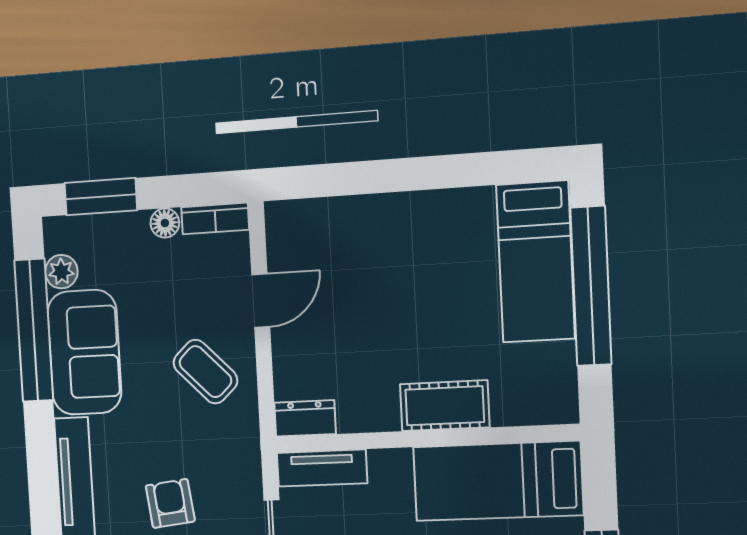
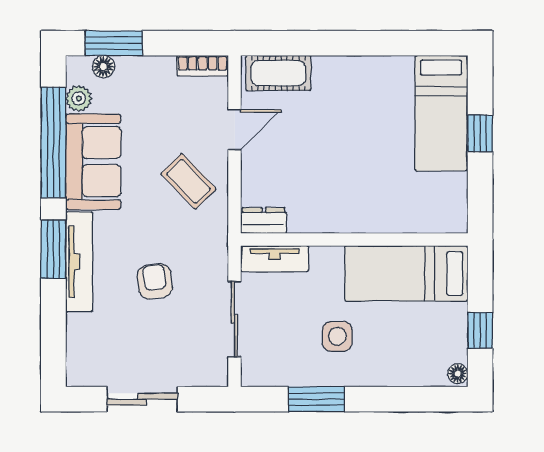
floor lamp: (165, 223) -> (103, 67), moved
window: (591, 286) -> (480, 133), width x0.32
cot: (445, 406) -> (278, 73), moved
window: (42, 467) -> (53, 249), added

